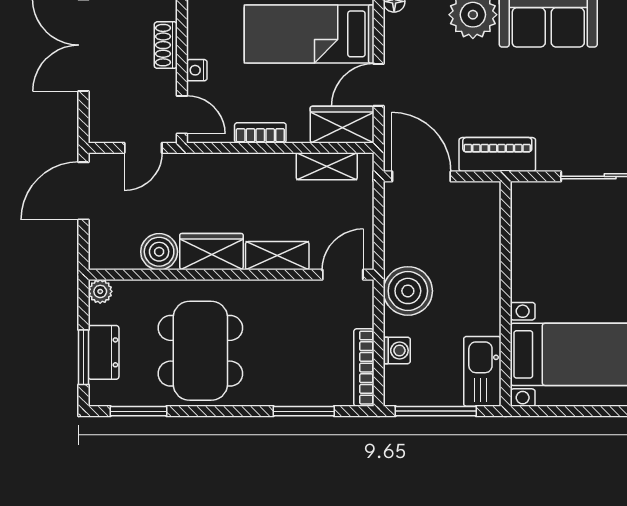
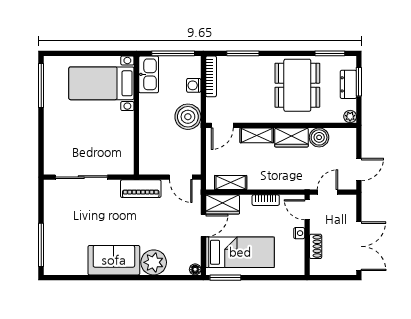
door: (421, 176) -> (181, 177), width x0.73
door: (84, 191) -> (359, 170), width x0.73

